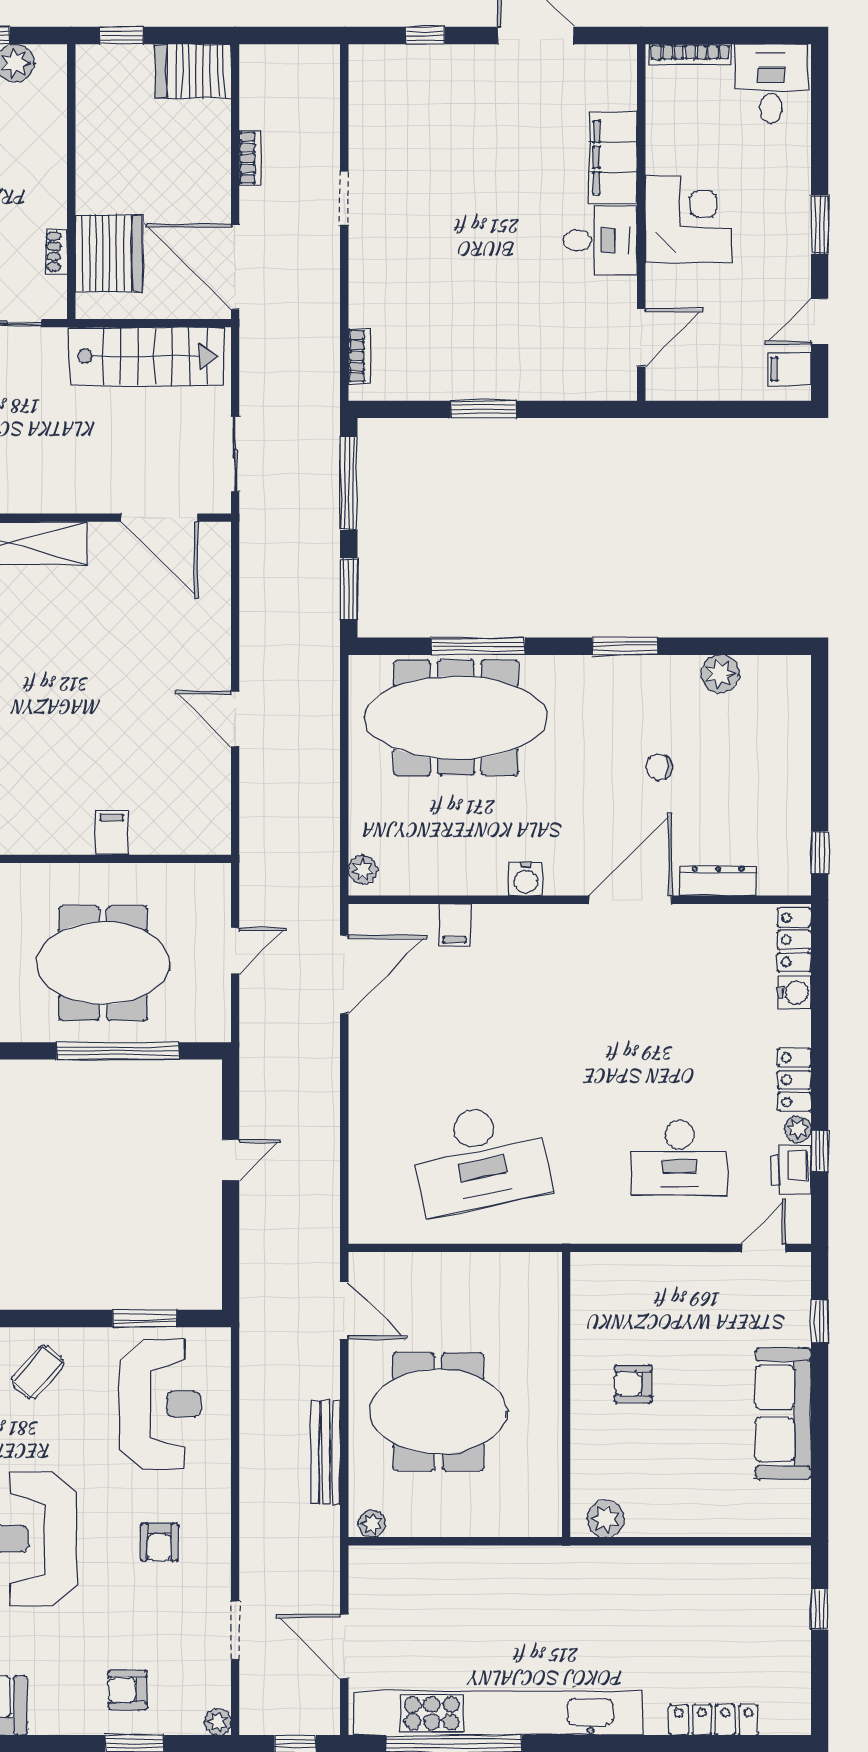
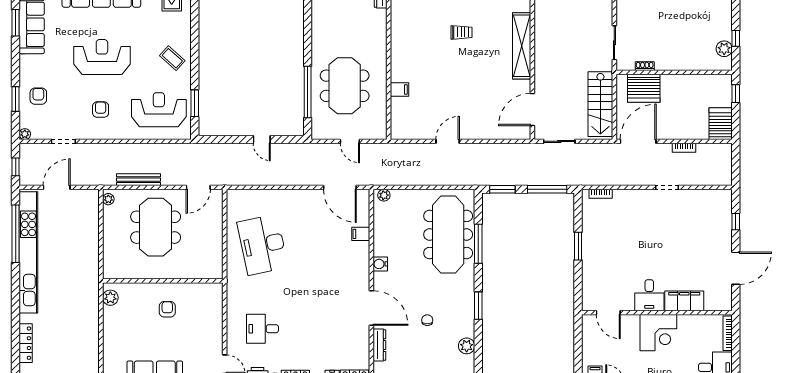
desk: (679, 1158) -> (263, 329), width x0.73
reception desk: (160, 1404) -> (159, 110), turned 180
armchair: (159, 1542) -> (101, 110), turned 90

